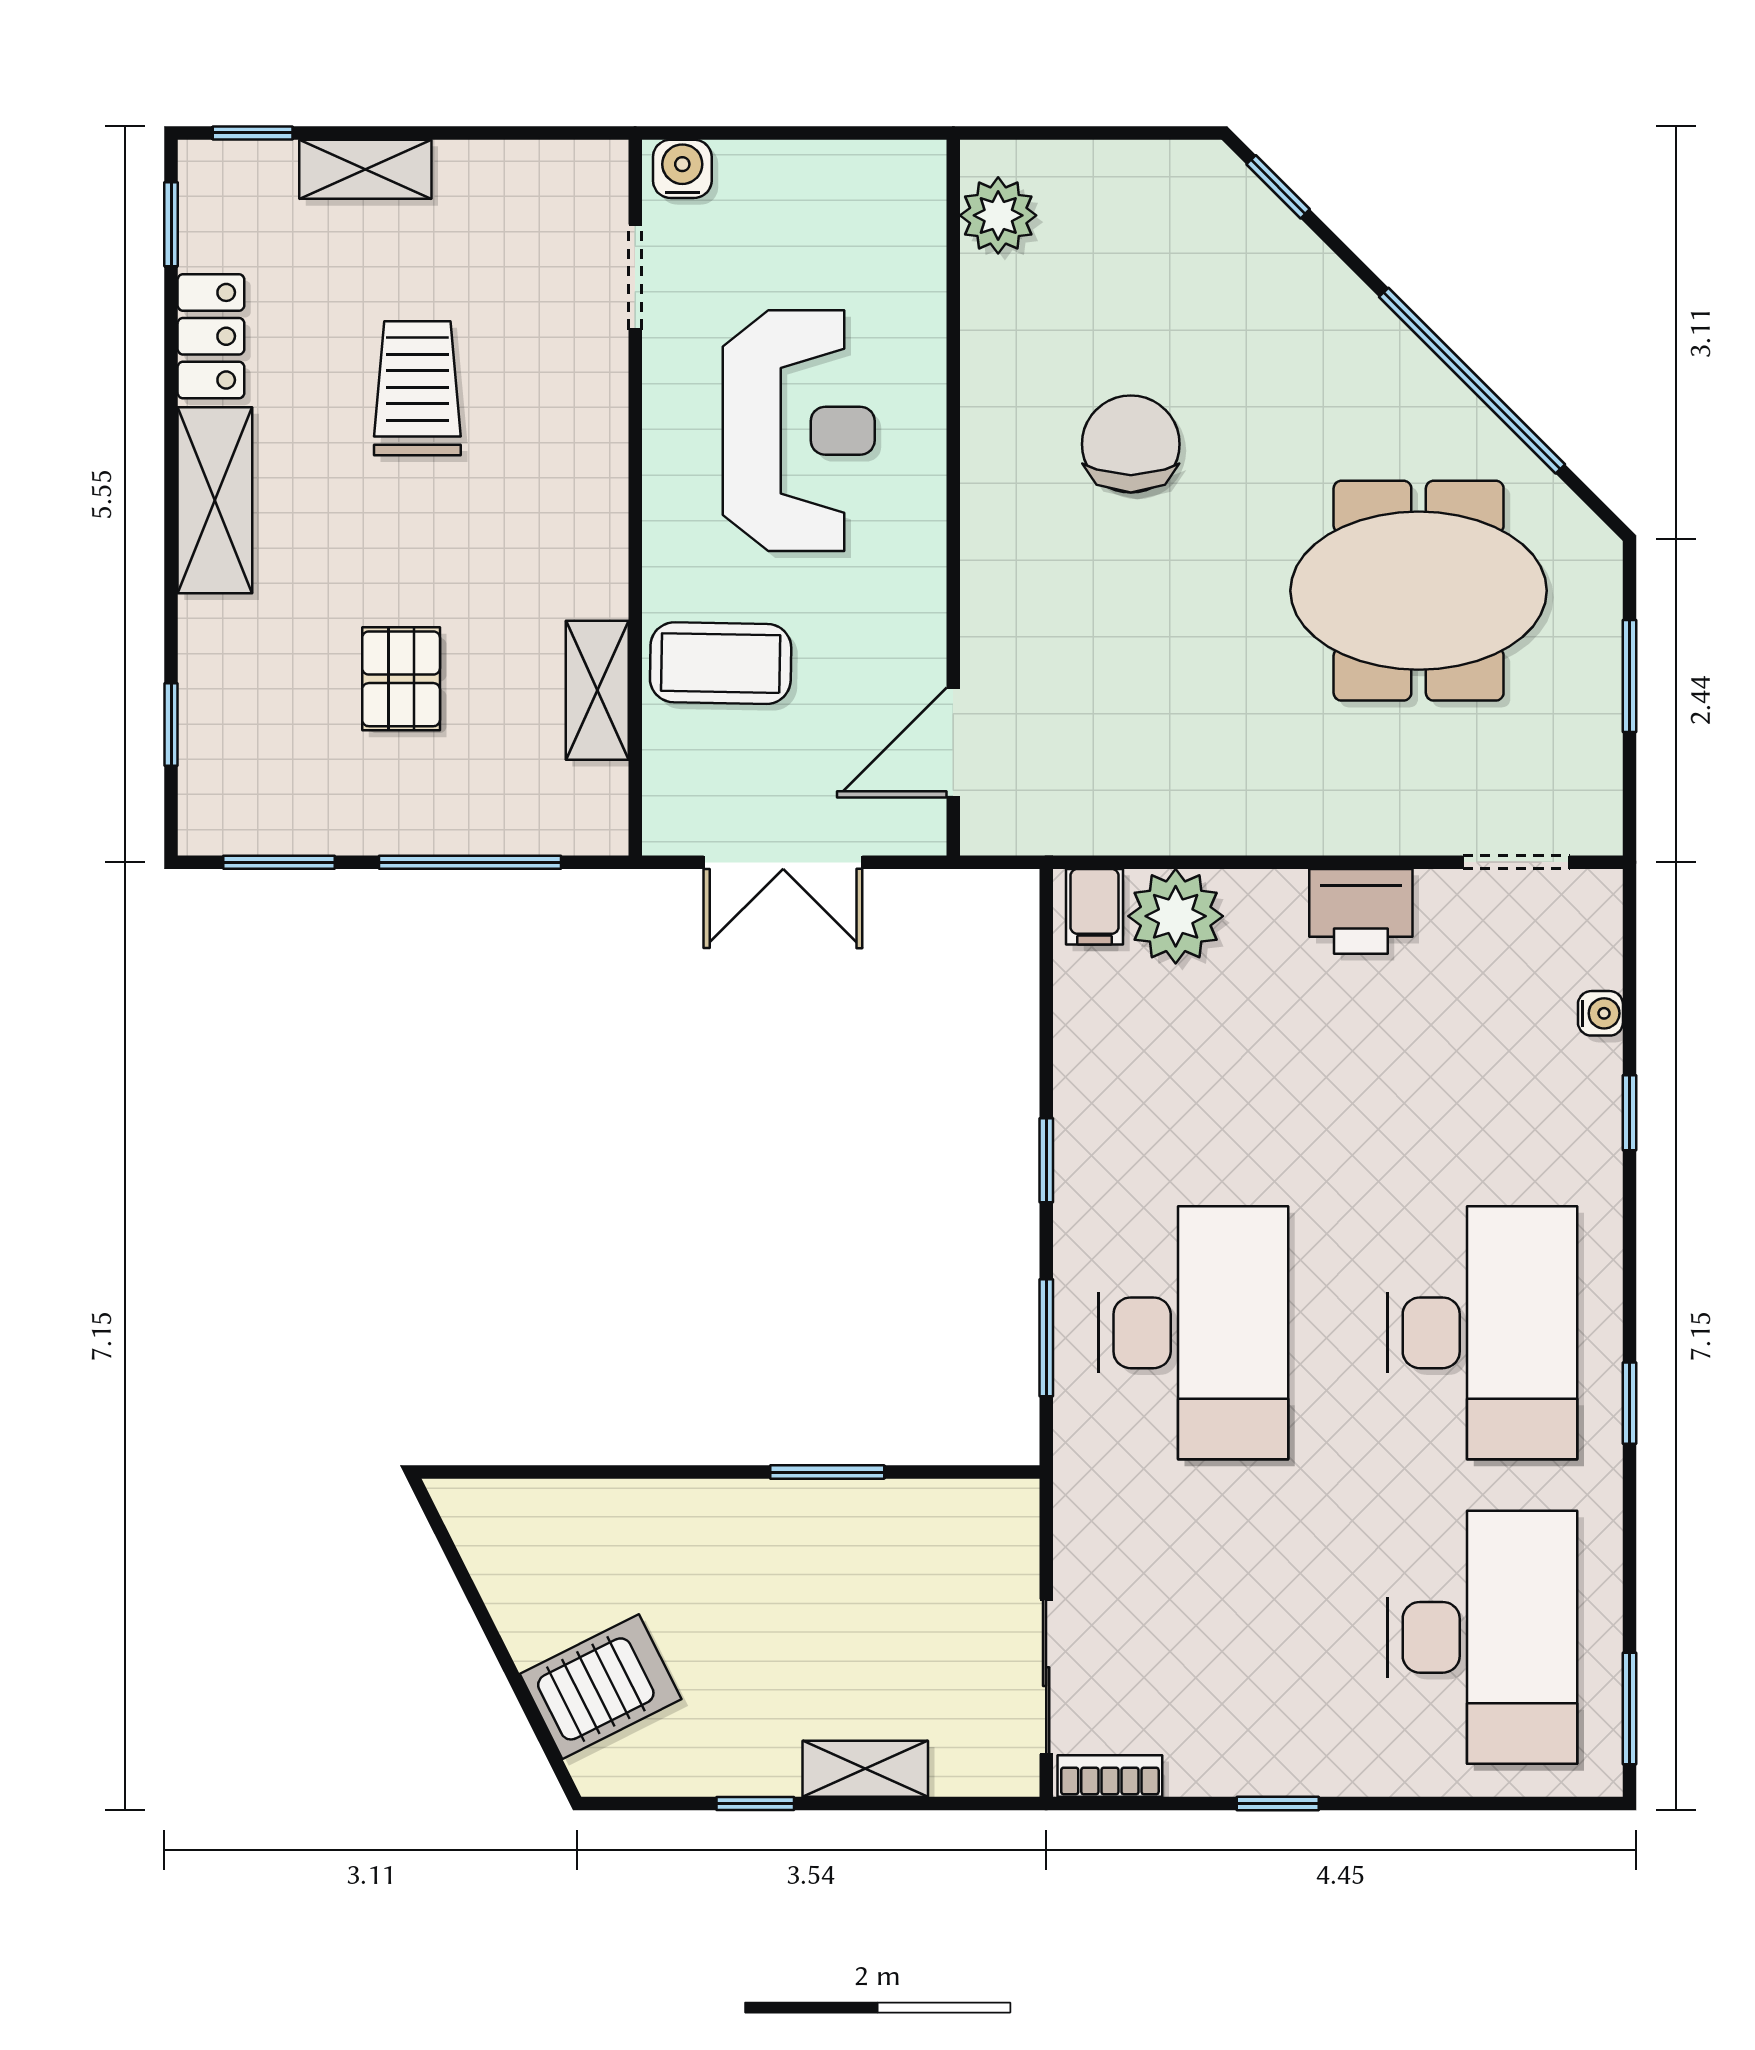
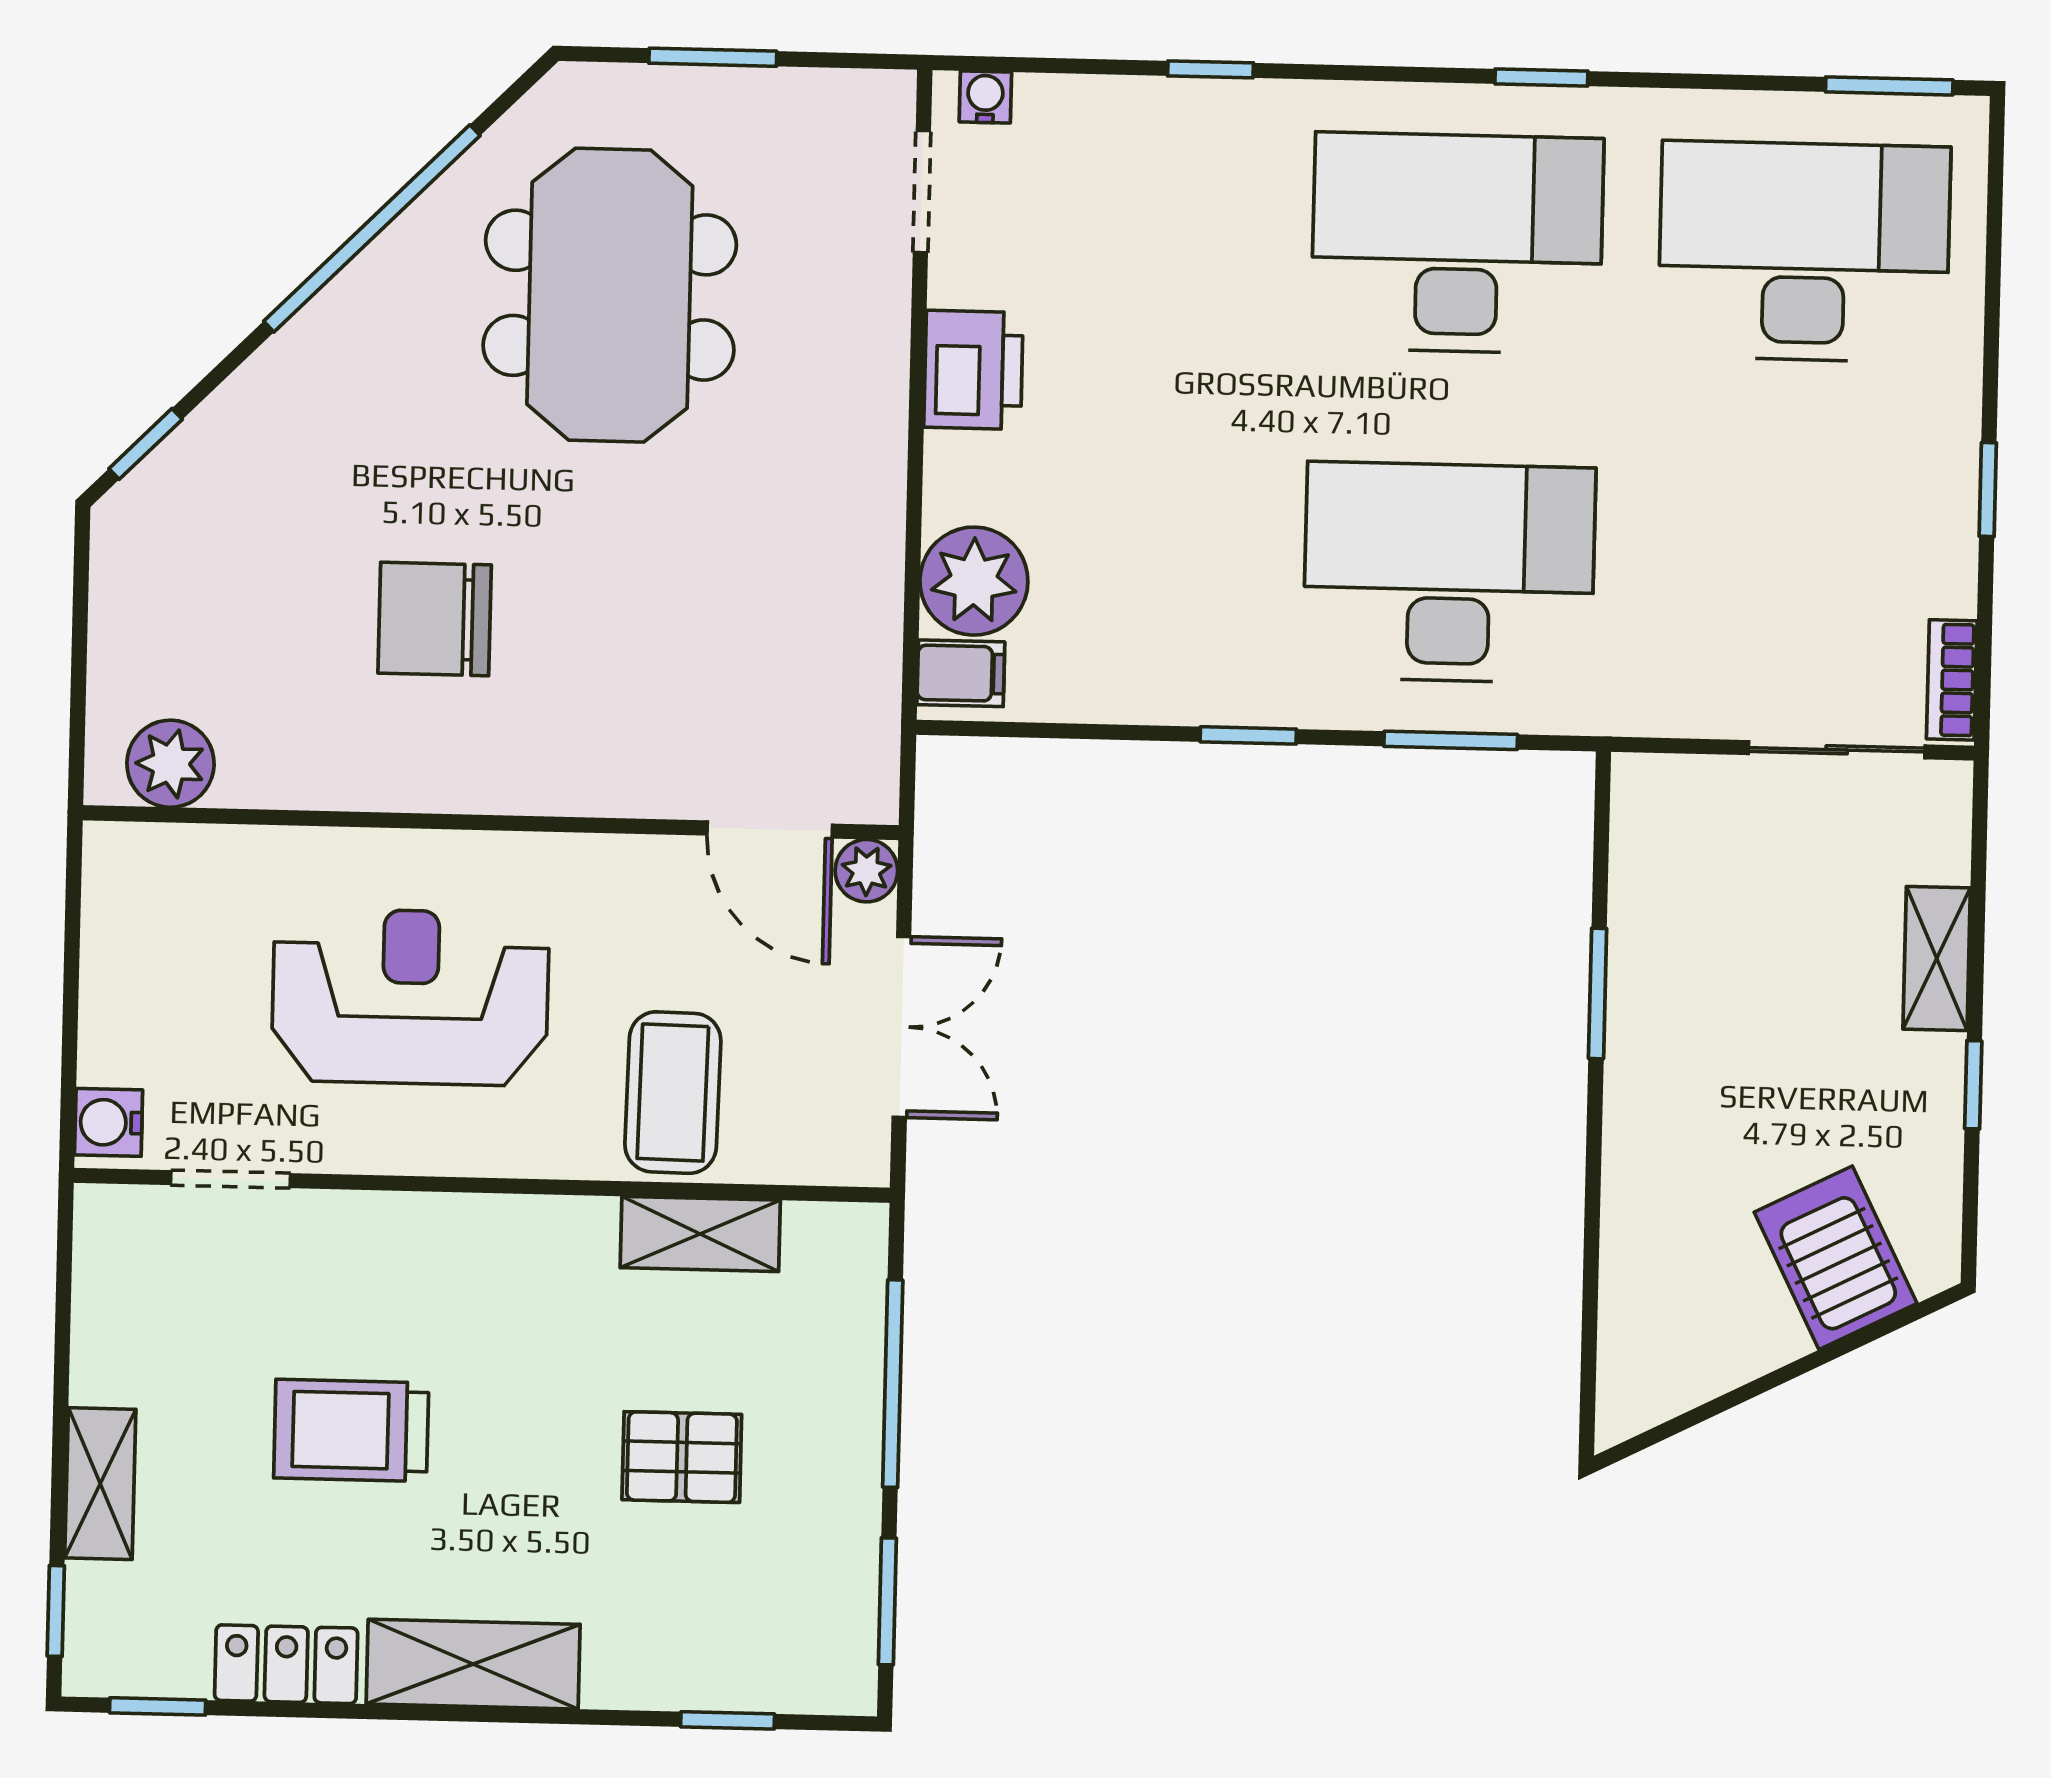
plant: (919, 828) -> (866, 871), added
water cooler: (1600, 1013) -> (985, 97), moved

